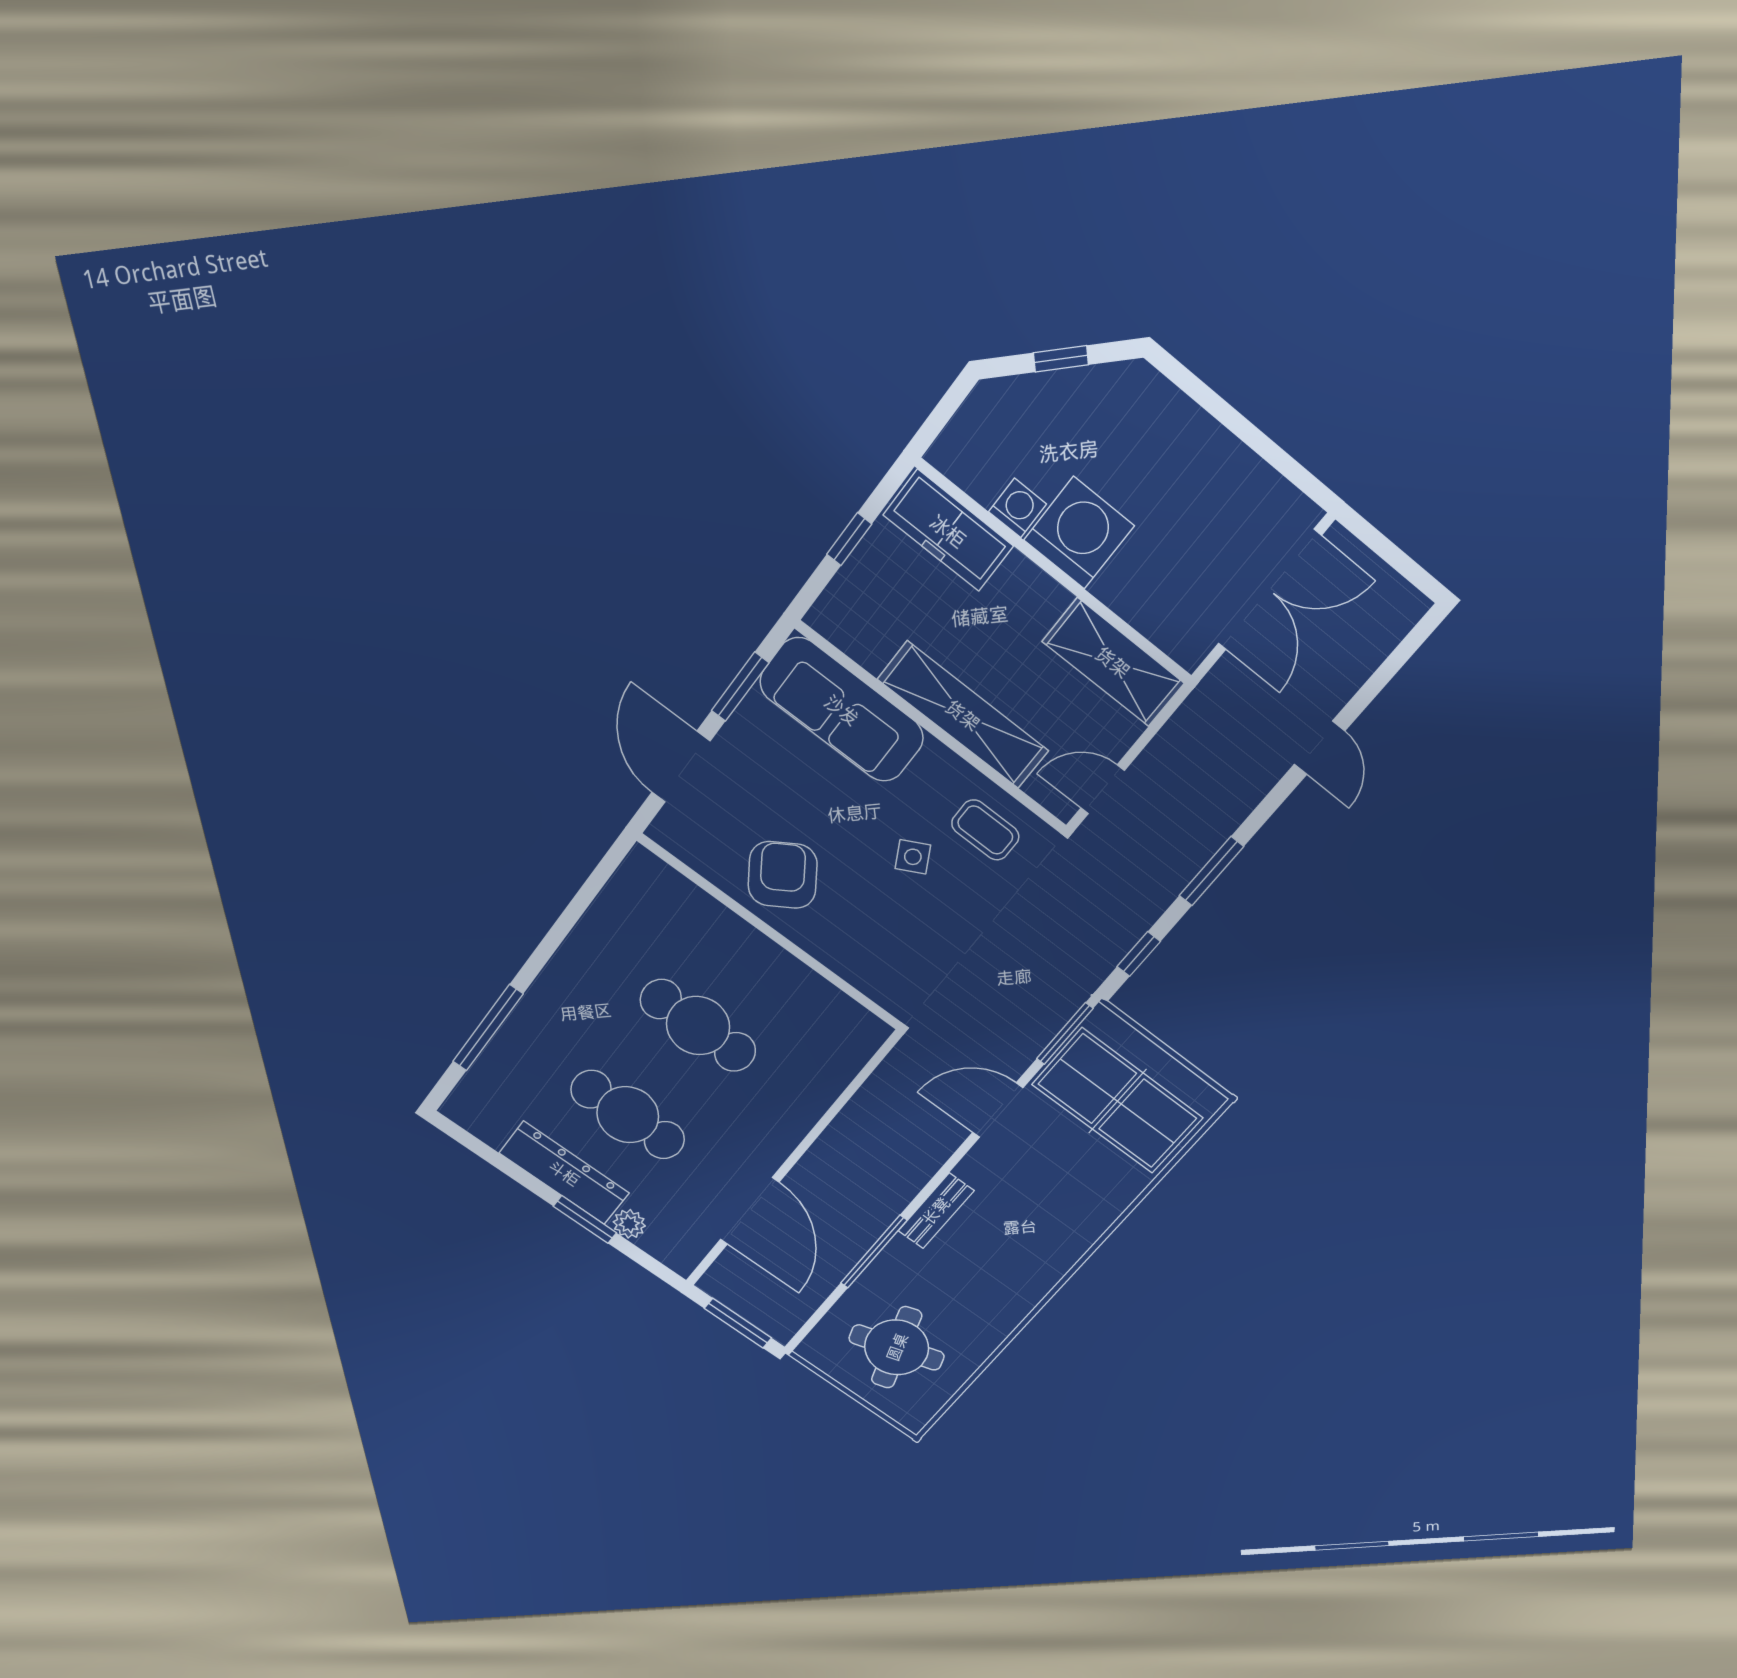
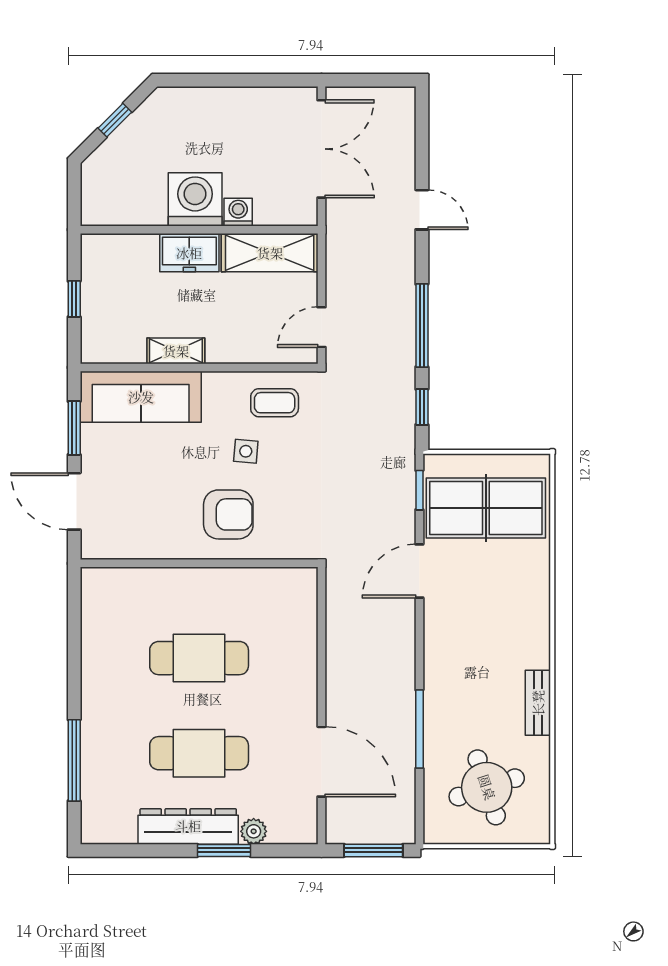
washing machine: (1018, 508) -> (238, 212), moved
freezer: (948, 531) -> (189, 253), moved, width x0.71
shelving: (963, 715) -> (176, 351), width x0.45, depth x0.75
side table: (913, 857) -> (246, 451), turned 33
window: (1211, 871) -> (422, 326), width x1.44
armchair: (783, 875) -> (228, 514), moved, turned 123
window: (1065, 1034) -> (419, 490), width x0.67
bench: (936, 1211) -> (538, 703), moved

